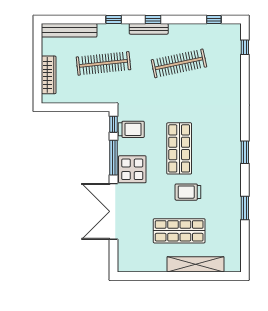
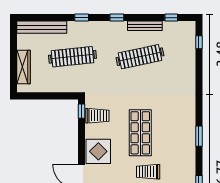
bench: (149, 29) -> (145, 26), moved
window: (113, 158) -> (81, 141), removed

